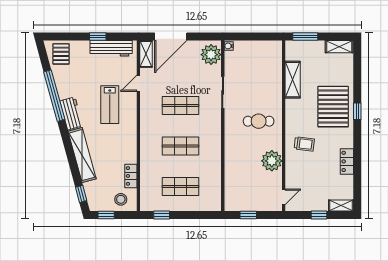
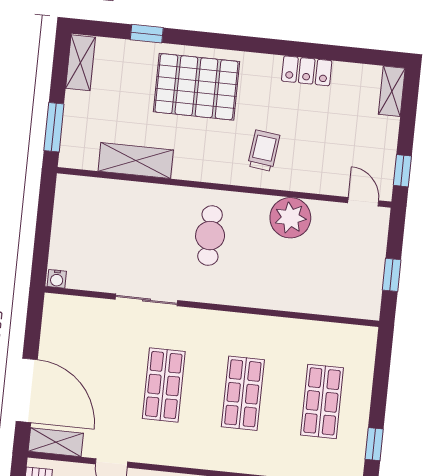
plant: (211, 55) -> (70, 315), removed
window: (357, 111) -> (147, 34), moved
window: (319, 215) -> (402, 171), moved

